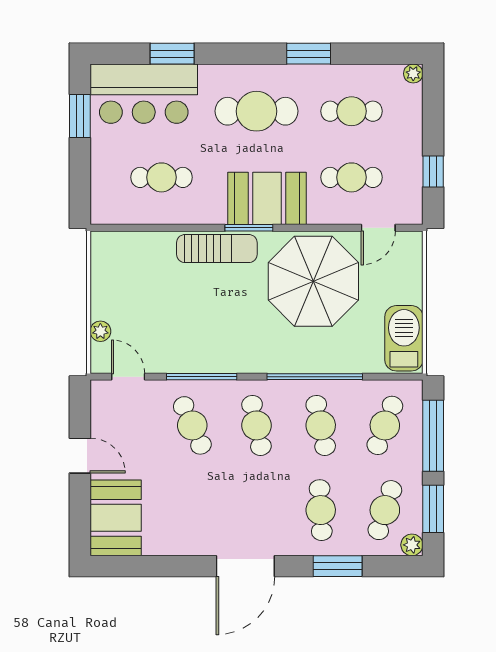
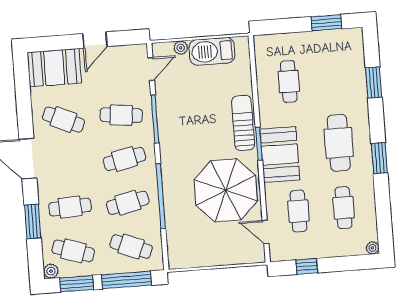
window: (309, 54) -> (379, 158), moved
bar counter: (144, 94) -> (345, 65), removed
sun lounger: (217, 249) -> (243, 123), turned 180
barbecue: (404, 338) -> (212, 51), moved, turned 180
cafe table: (192, 425) -> (121, 115), turned 30
cafe table: (192, 510) -> (63, 120), added

